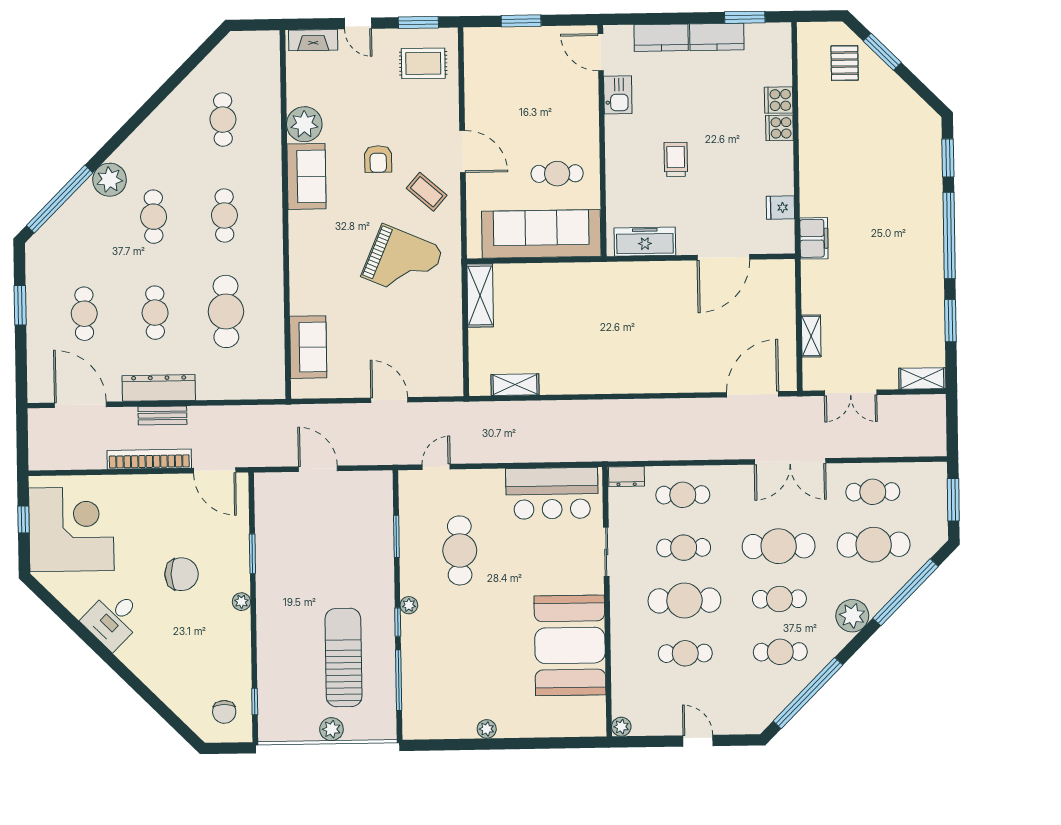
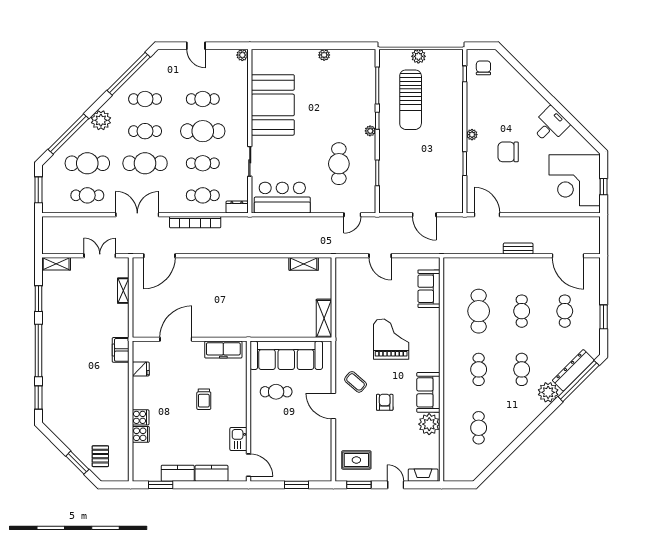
grand piano: (402, 262) -> (391, 339), moved, turned 67
dresser: (159, 388) -> (573, 370), moved, turned 135
bookcase: (149, 459) -> (195, 222), moved

